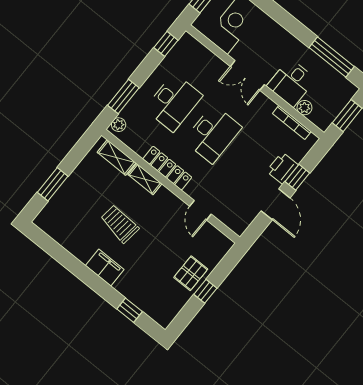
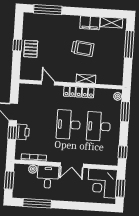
double door: (247, 75) -> (72, 165), swing flipped
shelving: (116, 157) -> (111, 23), moved
window: (53, 184) -> (129, 44), width x1.44
filing cabinet: (105, 267) -> (90, 23), moved
window: (130, 310) -> (48, 10), width x2.17

